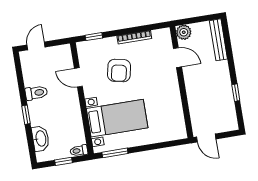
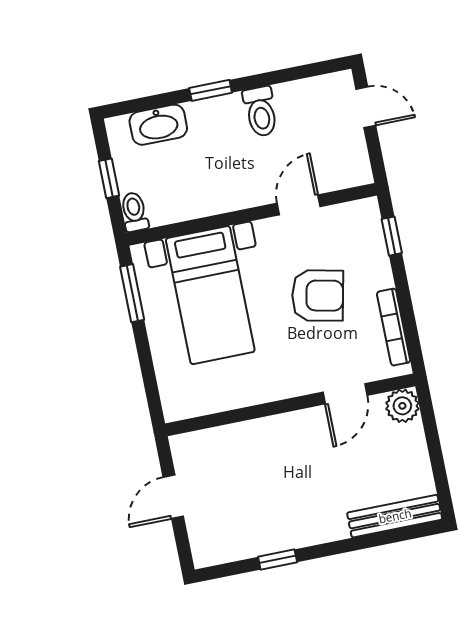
plant: (184, 32) -> (402, 406), moved
door: (177, 58) -> (345, 394), moved
armchair: (119, 70) -> (318, 296), turned 180
wall: (181, 82) -> (290, 405), moved

